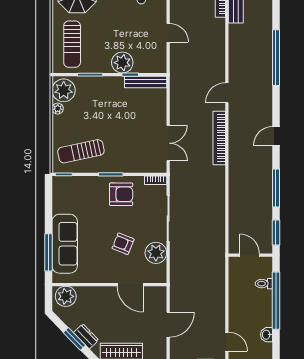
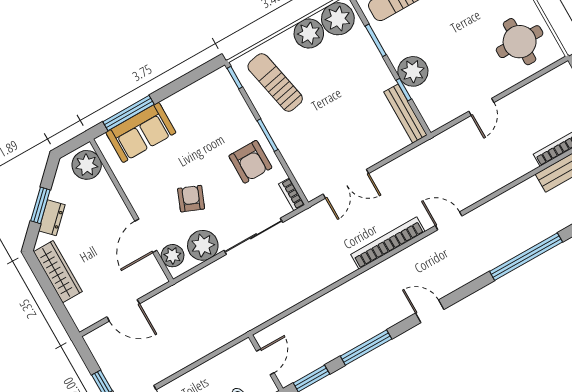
plant: (58, 109) -> (309, 33), width x1.88, depth x1.88
sofa: (65, 244) -> (141, 132), width x0.73
plant: (152, 275) -> (173, 256), added

